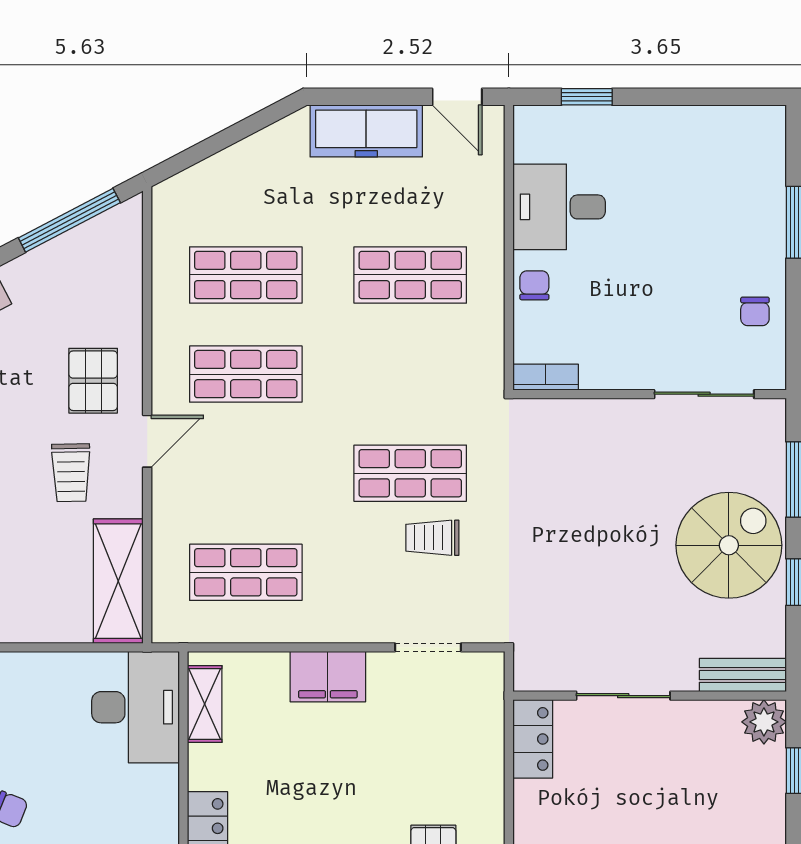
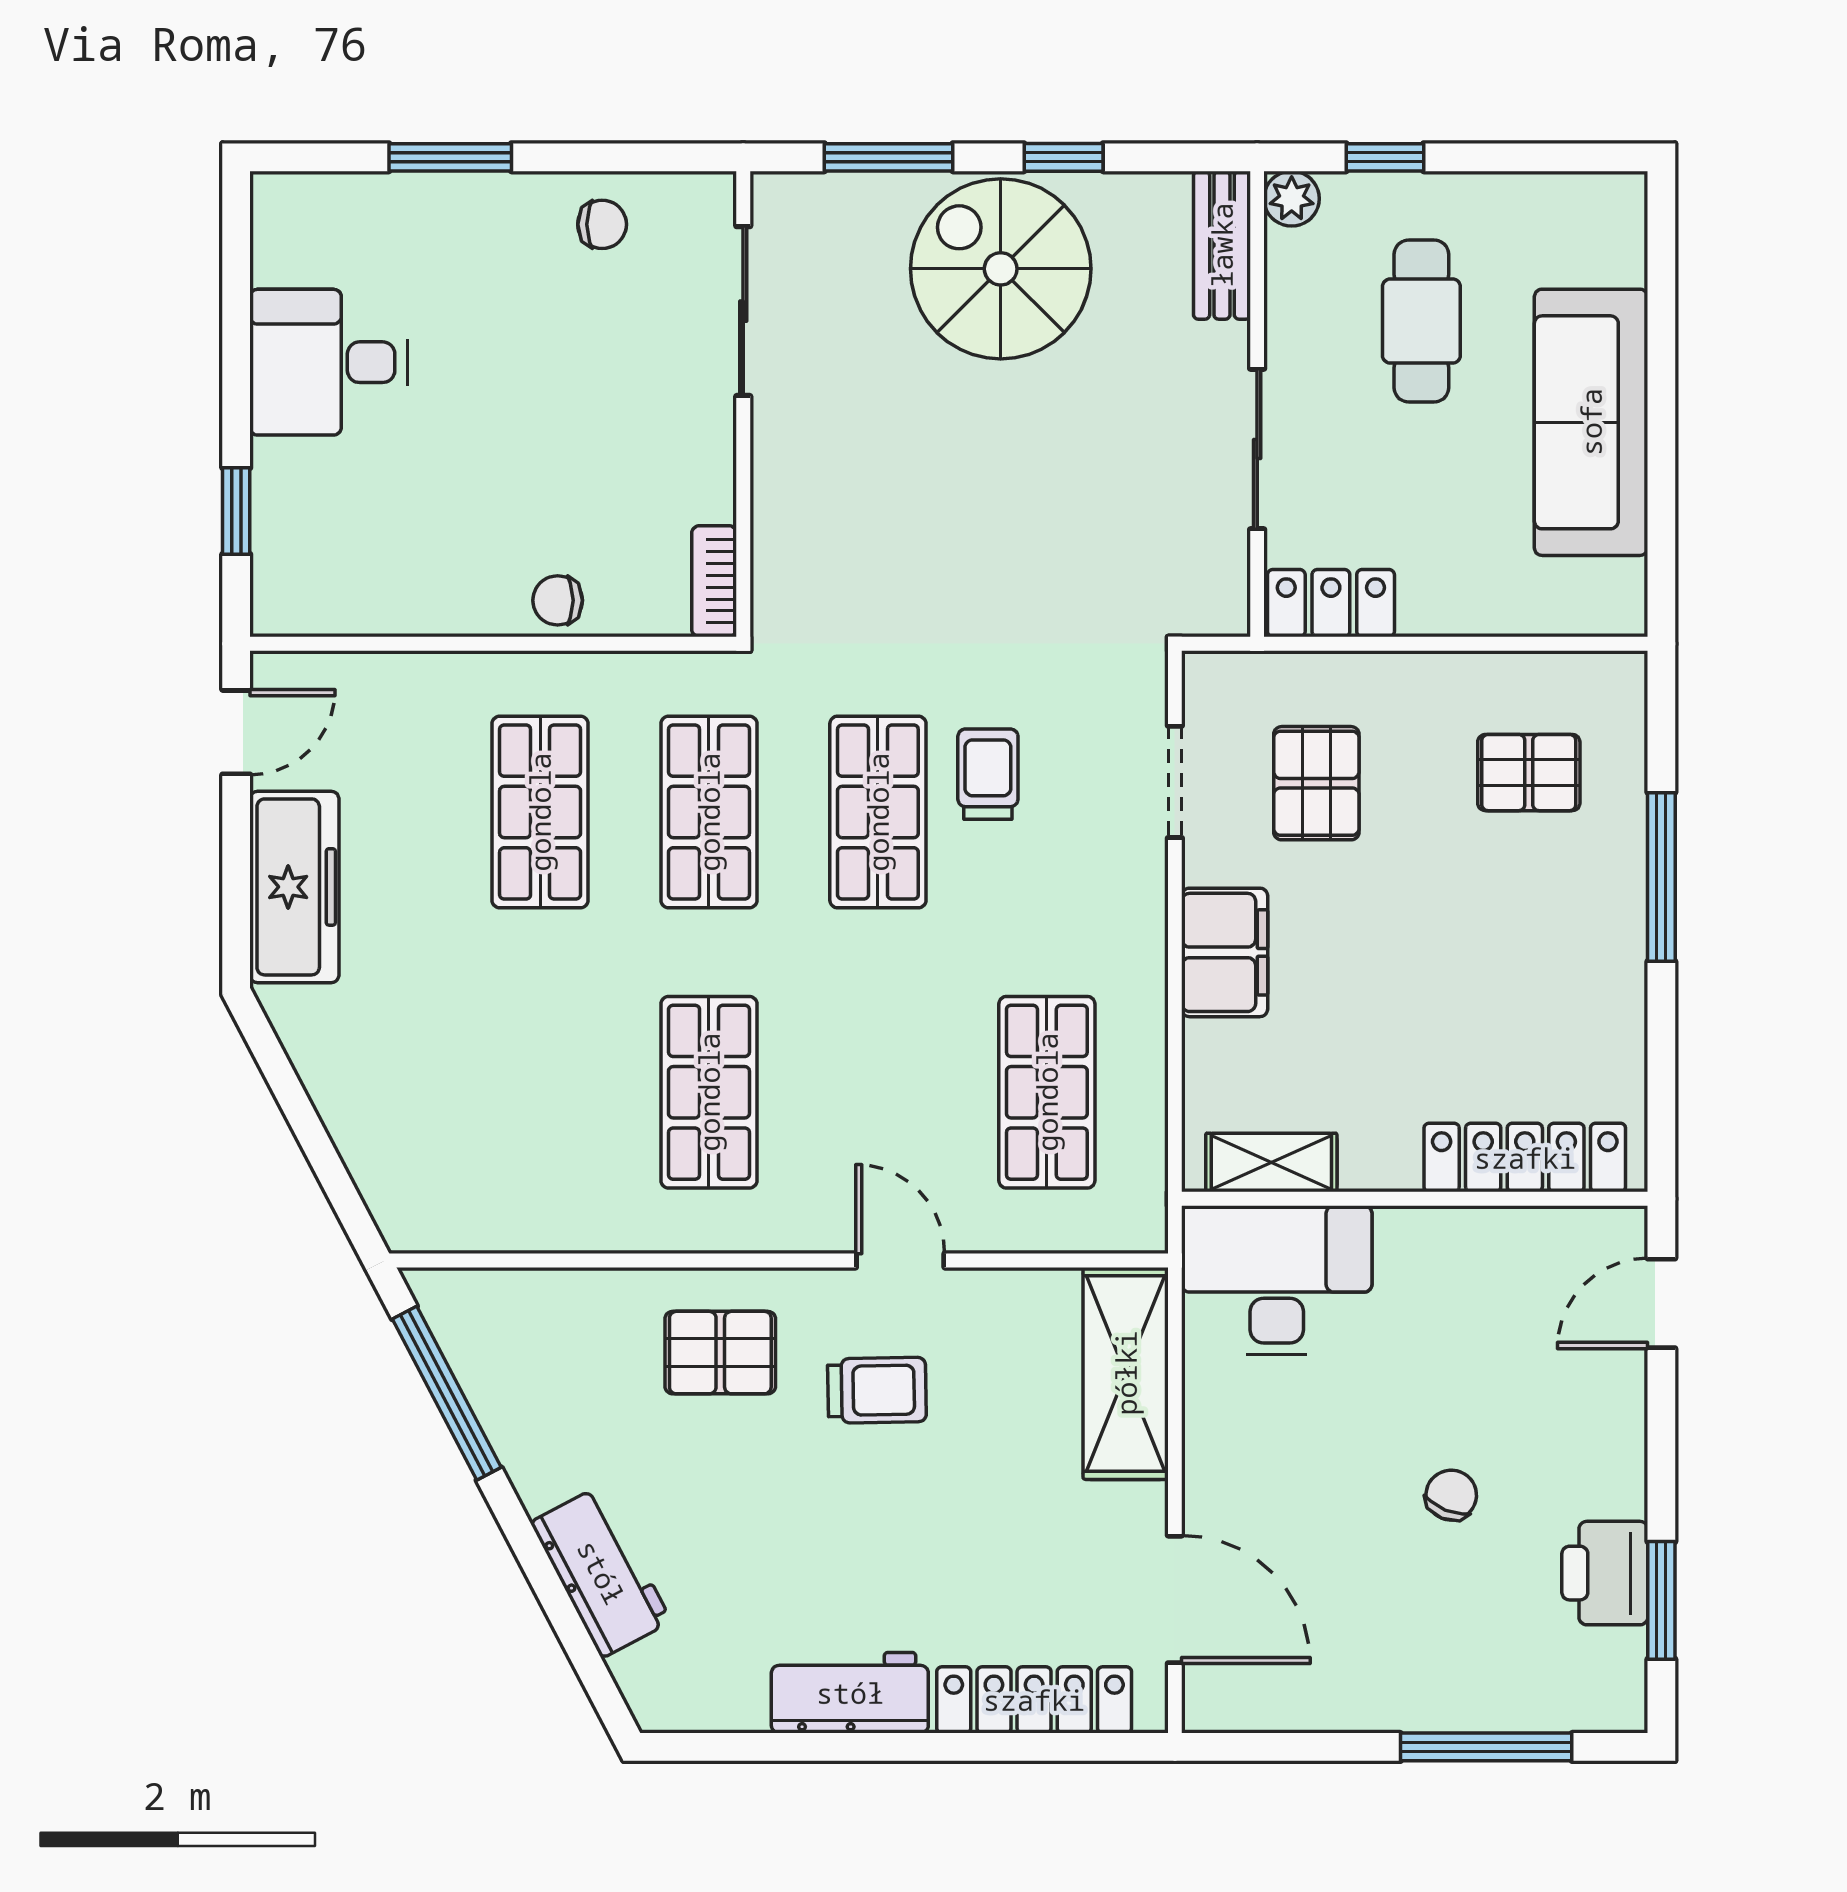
desk: (559, 207) -> (329, 362), moved, turned 90
shop shelf: (246, 275) -> (709, 812), moved
door: (147, 441) -> (900, 1260), moved
trolley: (432, 538) -> (988, 774), turned 180
shelving: (118, 581) -> (1126, 1373), moved, turned 90
plant: (764, 722) -> (1292, 199), width x0.73, depth x0.73
pallet: (427, 730) -> (1316, 783), added
cafe table: (698, 792) -> (1421, 321), added

